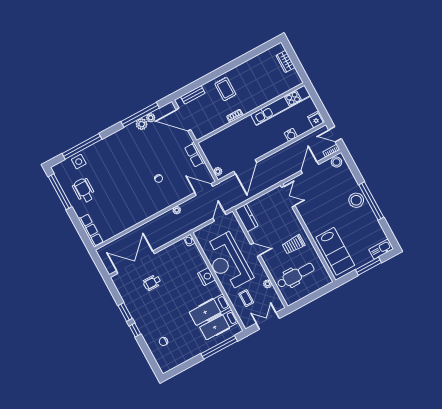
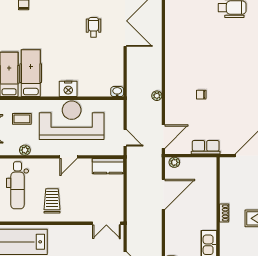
door: (245, 167) -> (163, 194), swing flipped

